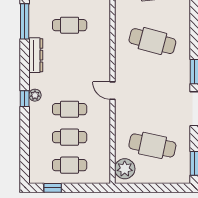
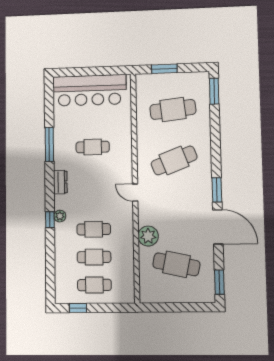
cafe table: (152, 41) -> (174, 160), turned -36
dresser: (36, 55) -> (60, 182), width x0.70
door: (112, 91) -> (135, 193), moved
plant: (125, 169) -> (148, 236), moved

